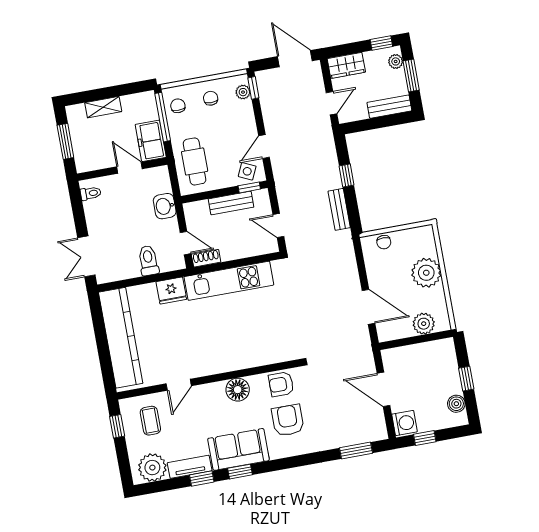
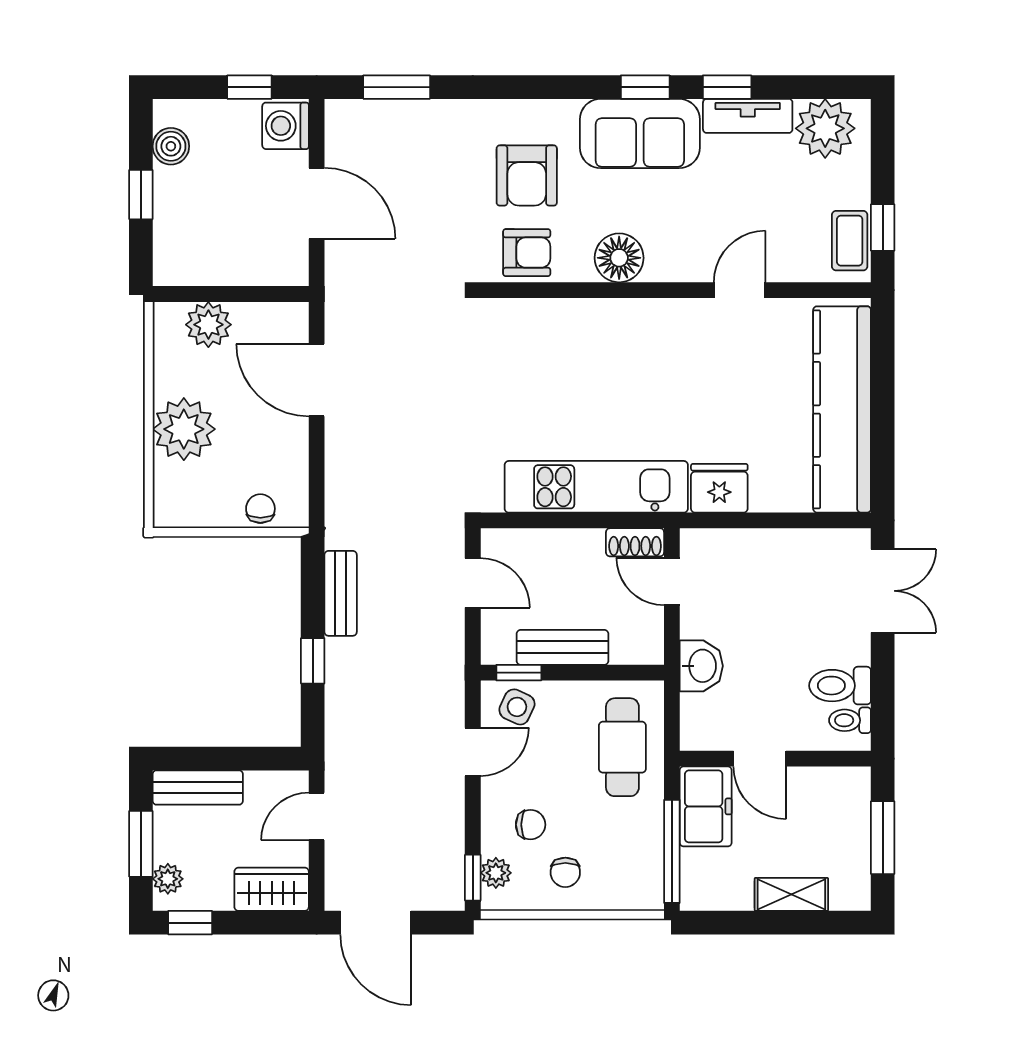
chair: (178, 106) -> (531, 825), moved, turned -90
toilet: (148, 261) -> (840, 686), moved, turned 90
coffee table: (150, 421) -> (850, 241), moved

